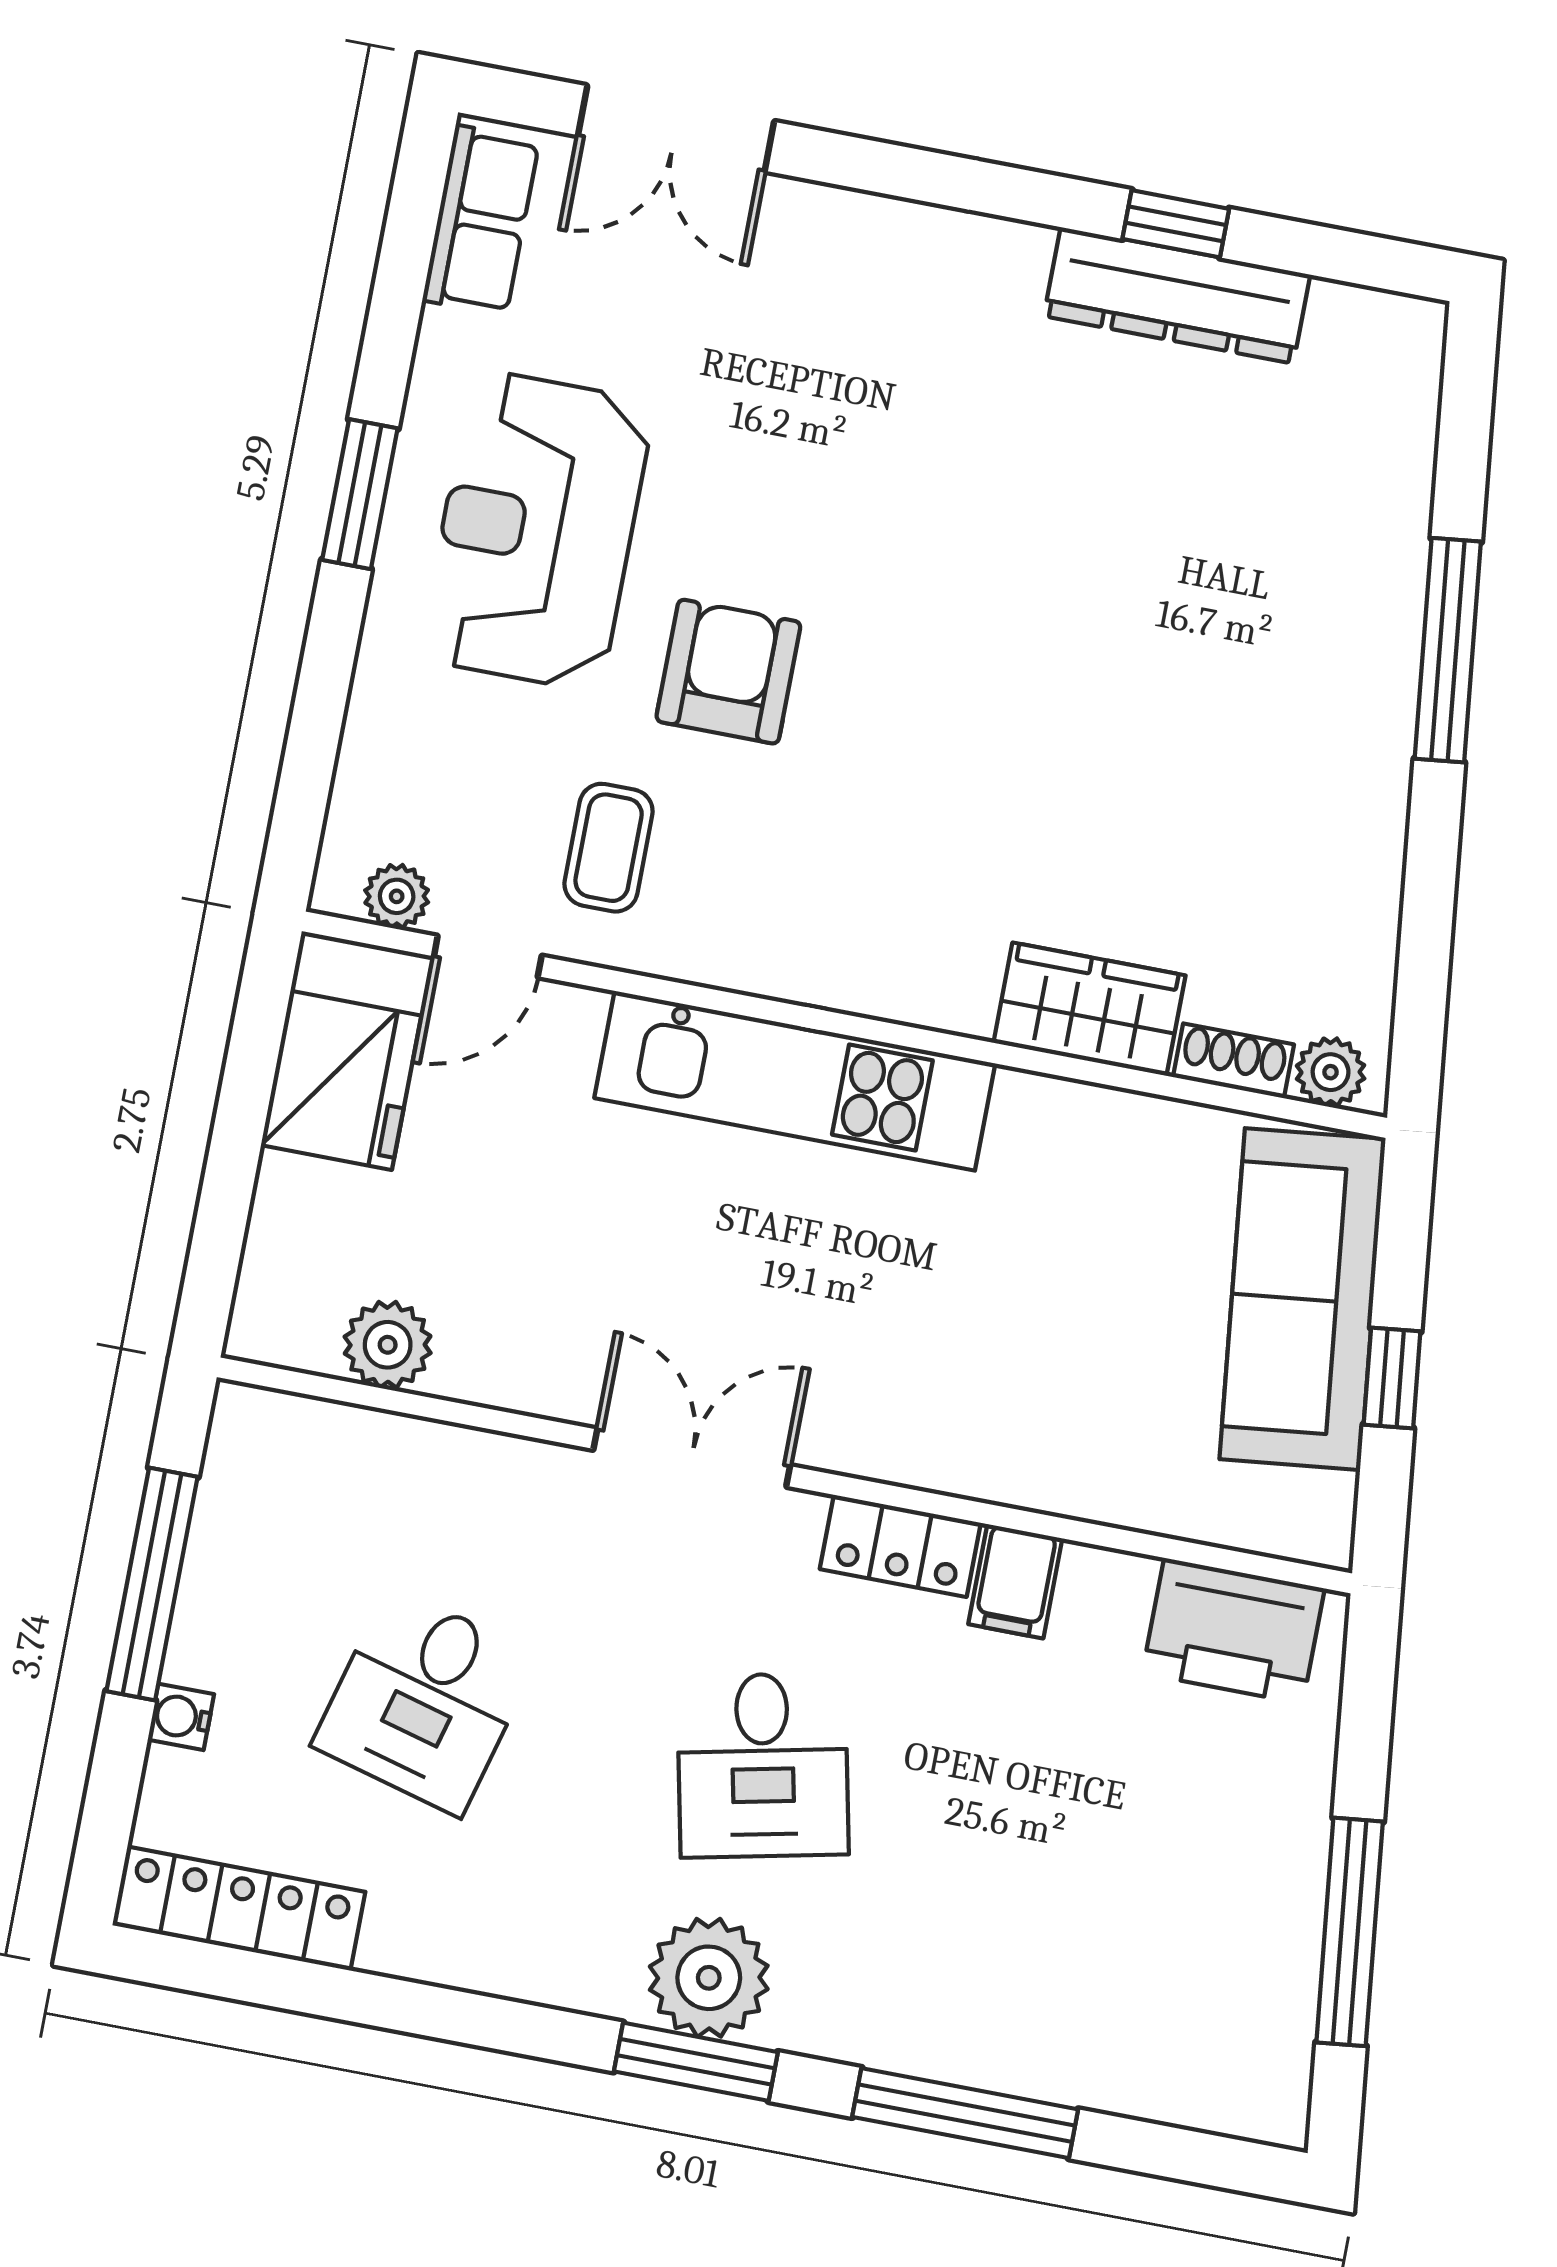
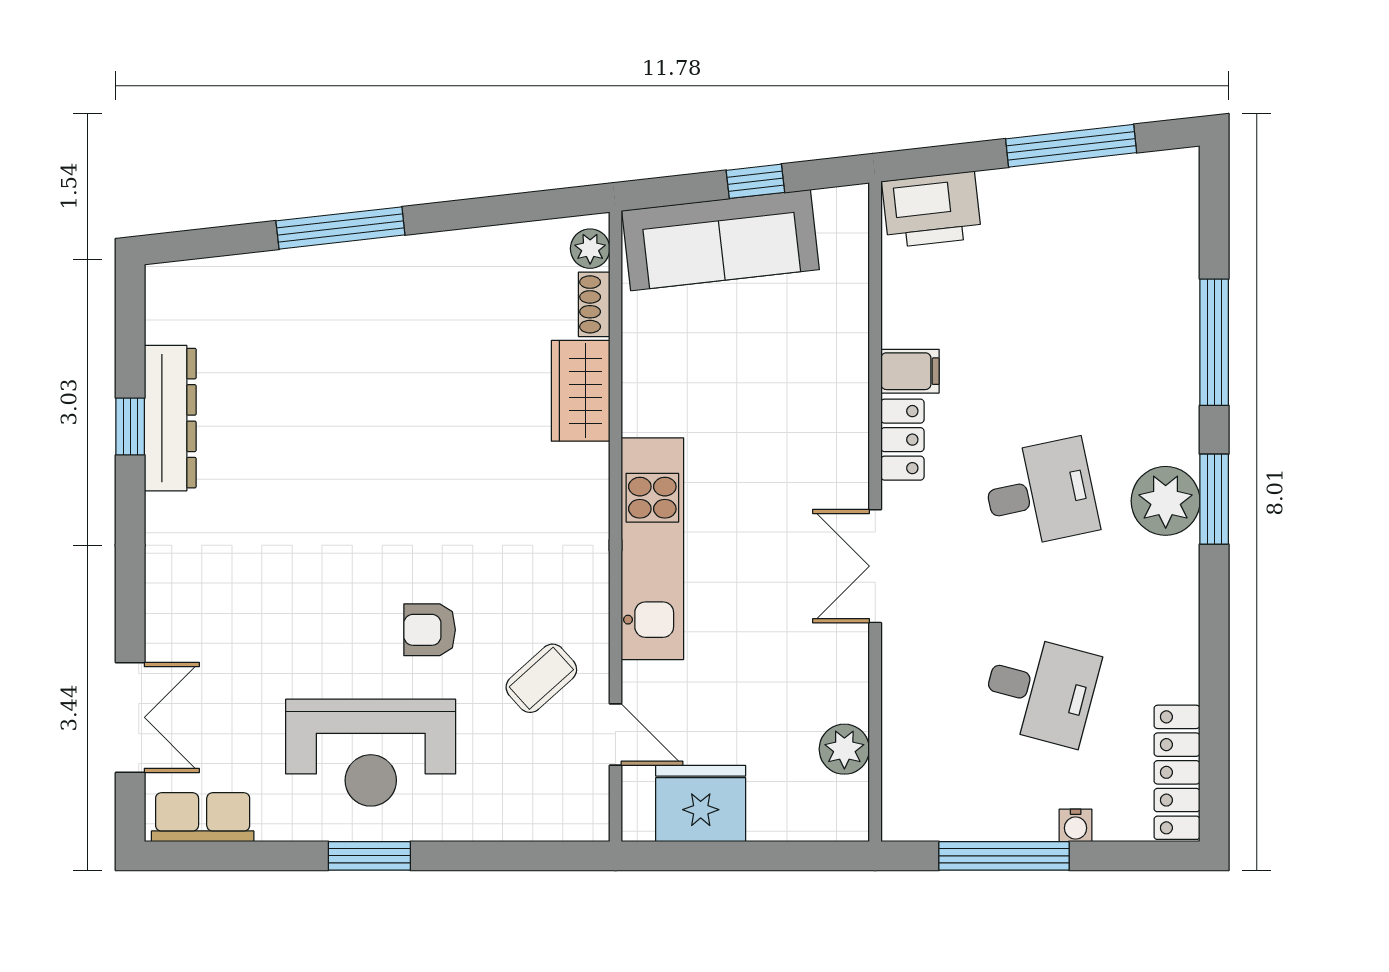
armchair: (728, 672) -> (430, 630), width x0.72, depth x0.72
coffee table: (609, 848) -> (541, 678), turned -42
plant: (397, 896) -> (591, 792), removed
printer: (1233, 1631) -> (932, 210), moved, turned 84

